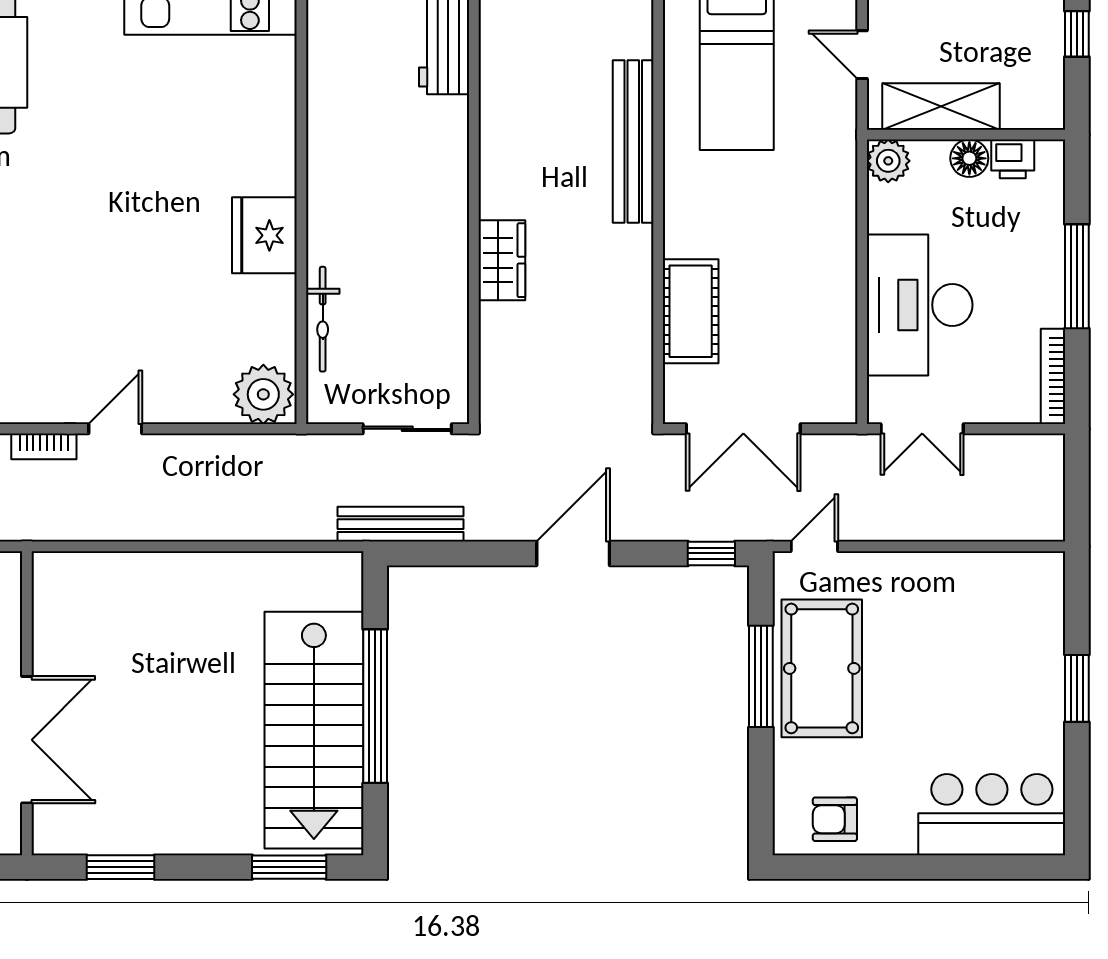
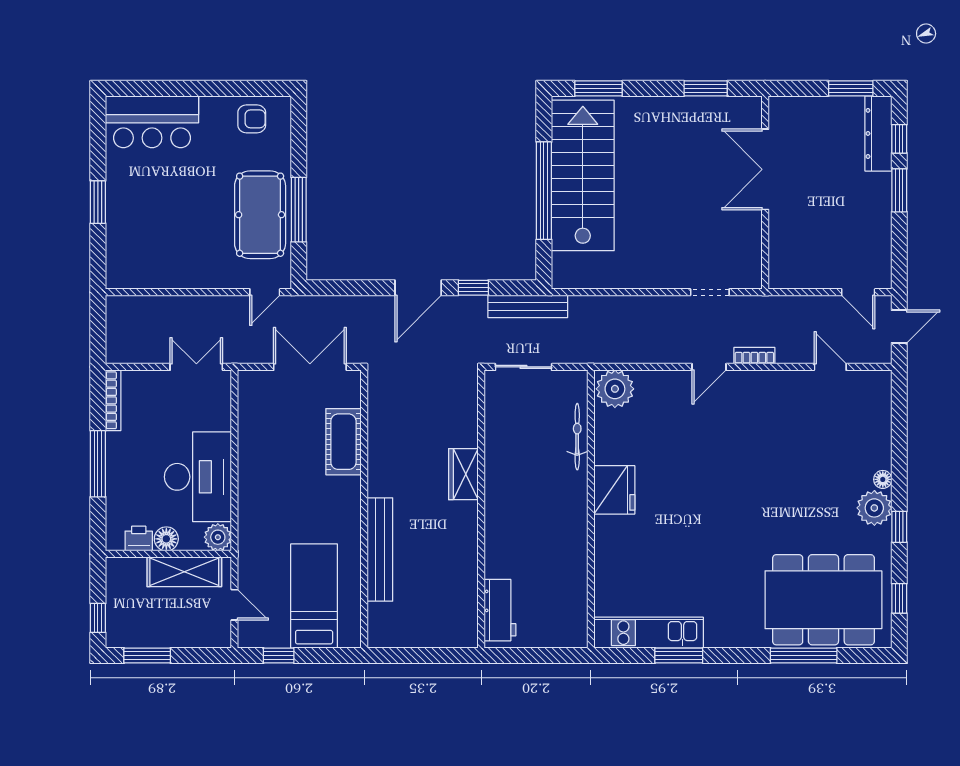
desk: (920, 305) -> (198, 477), moved
doorway: (114, 546) -> (710, 292), added
window: (711, 553) -> (473, 288), moved

